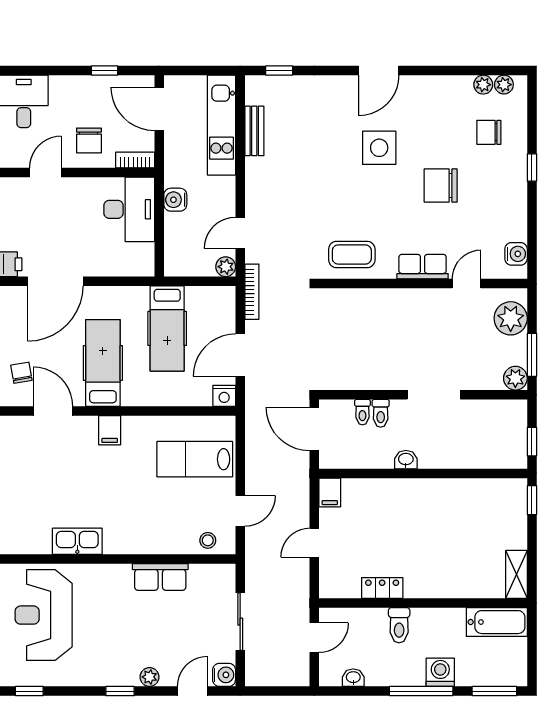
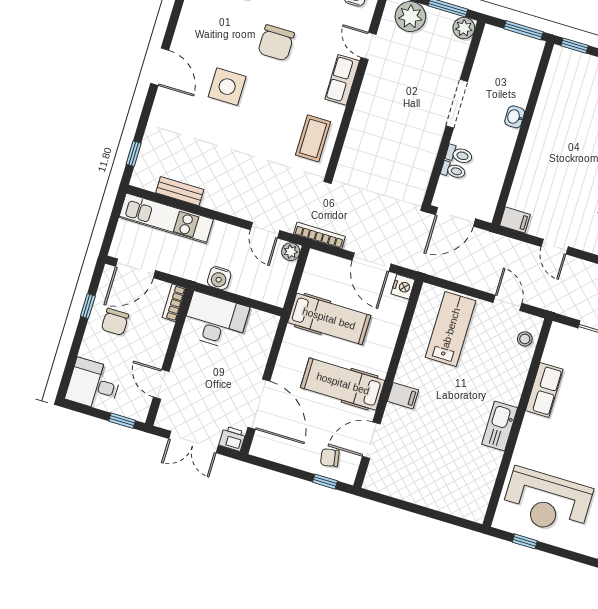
chair: (89, 141) -> (115, 322), moved, turned 90
window: (532, 442) -> (523, 30), width x1.50
lab bench: (195, 459) -> (451, 329), turned 180
washbasin: (406, 460) -> (515, 117), moved
kitchen sink: (77, 541) -> (500, 426), moved

